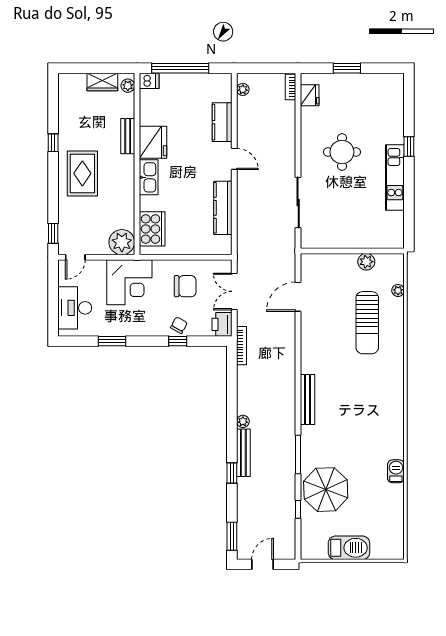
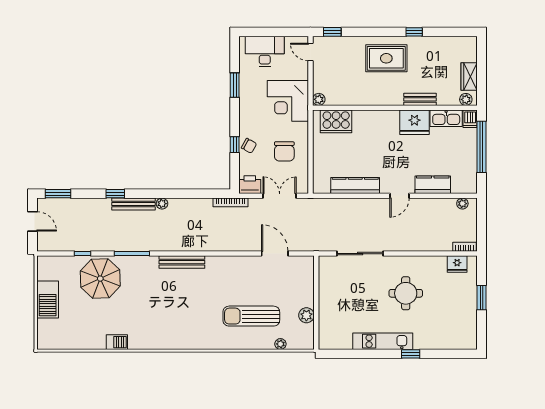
kitchen sink: (149, 177) -> (446, 118), moved
plant: (122, 242) -> (319, 99), width x0.53, depth x0.53

